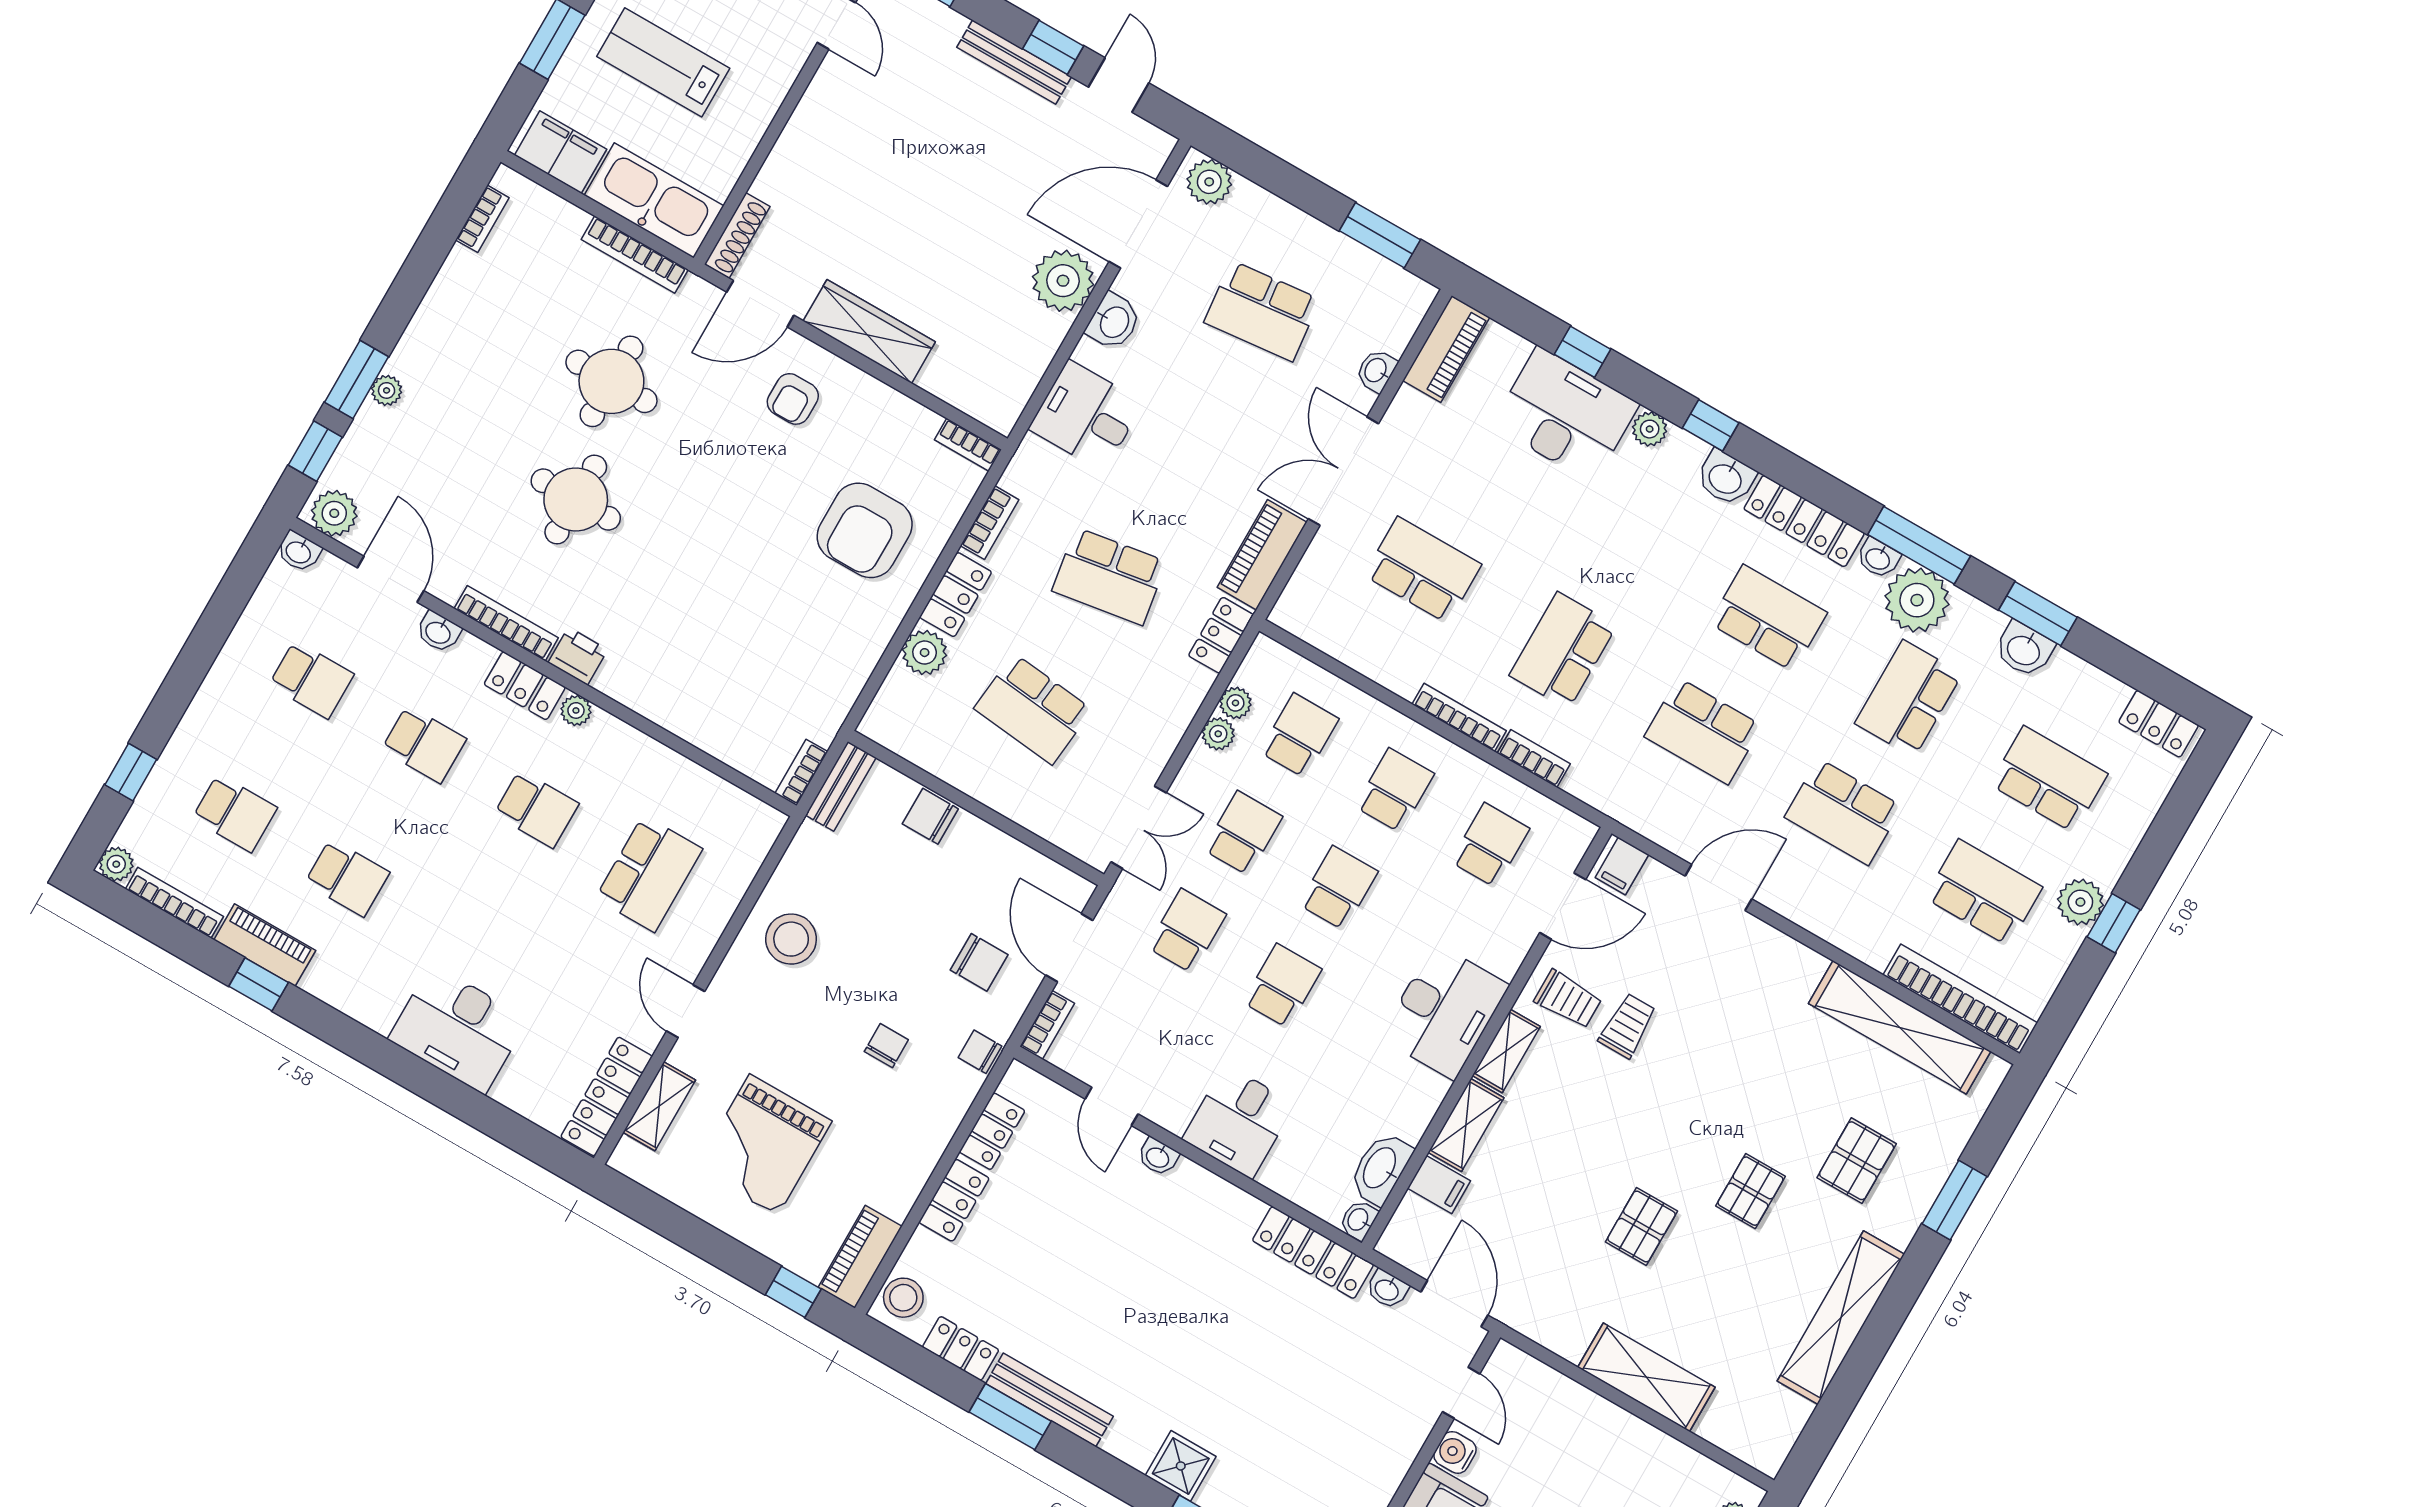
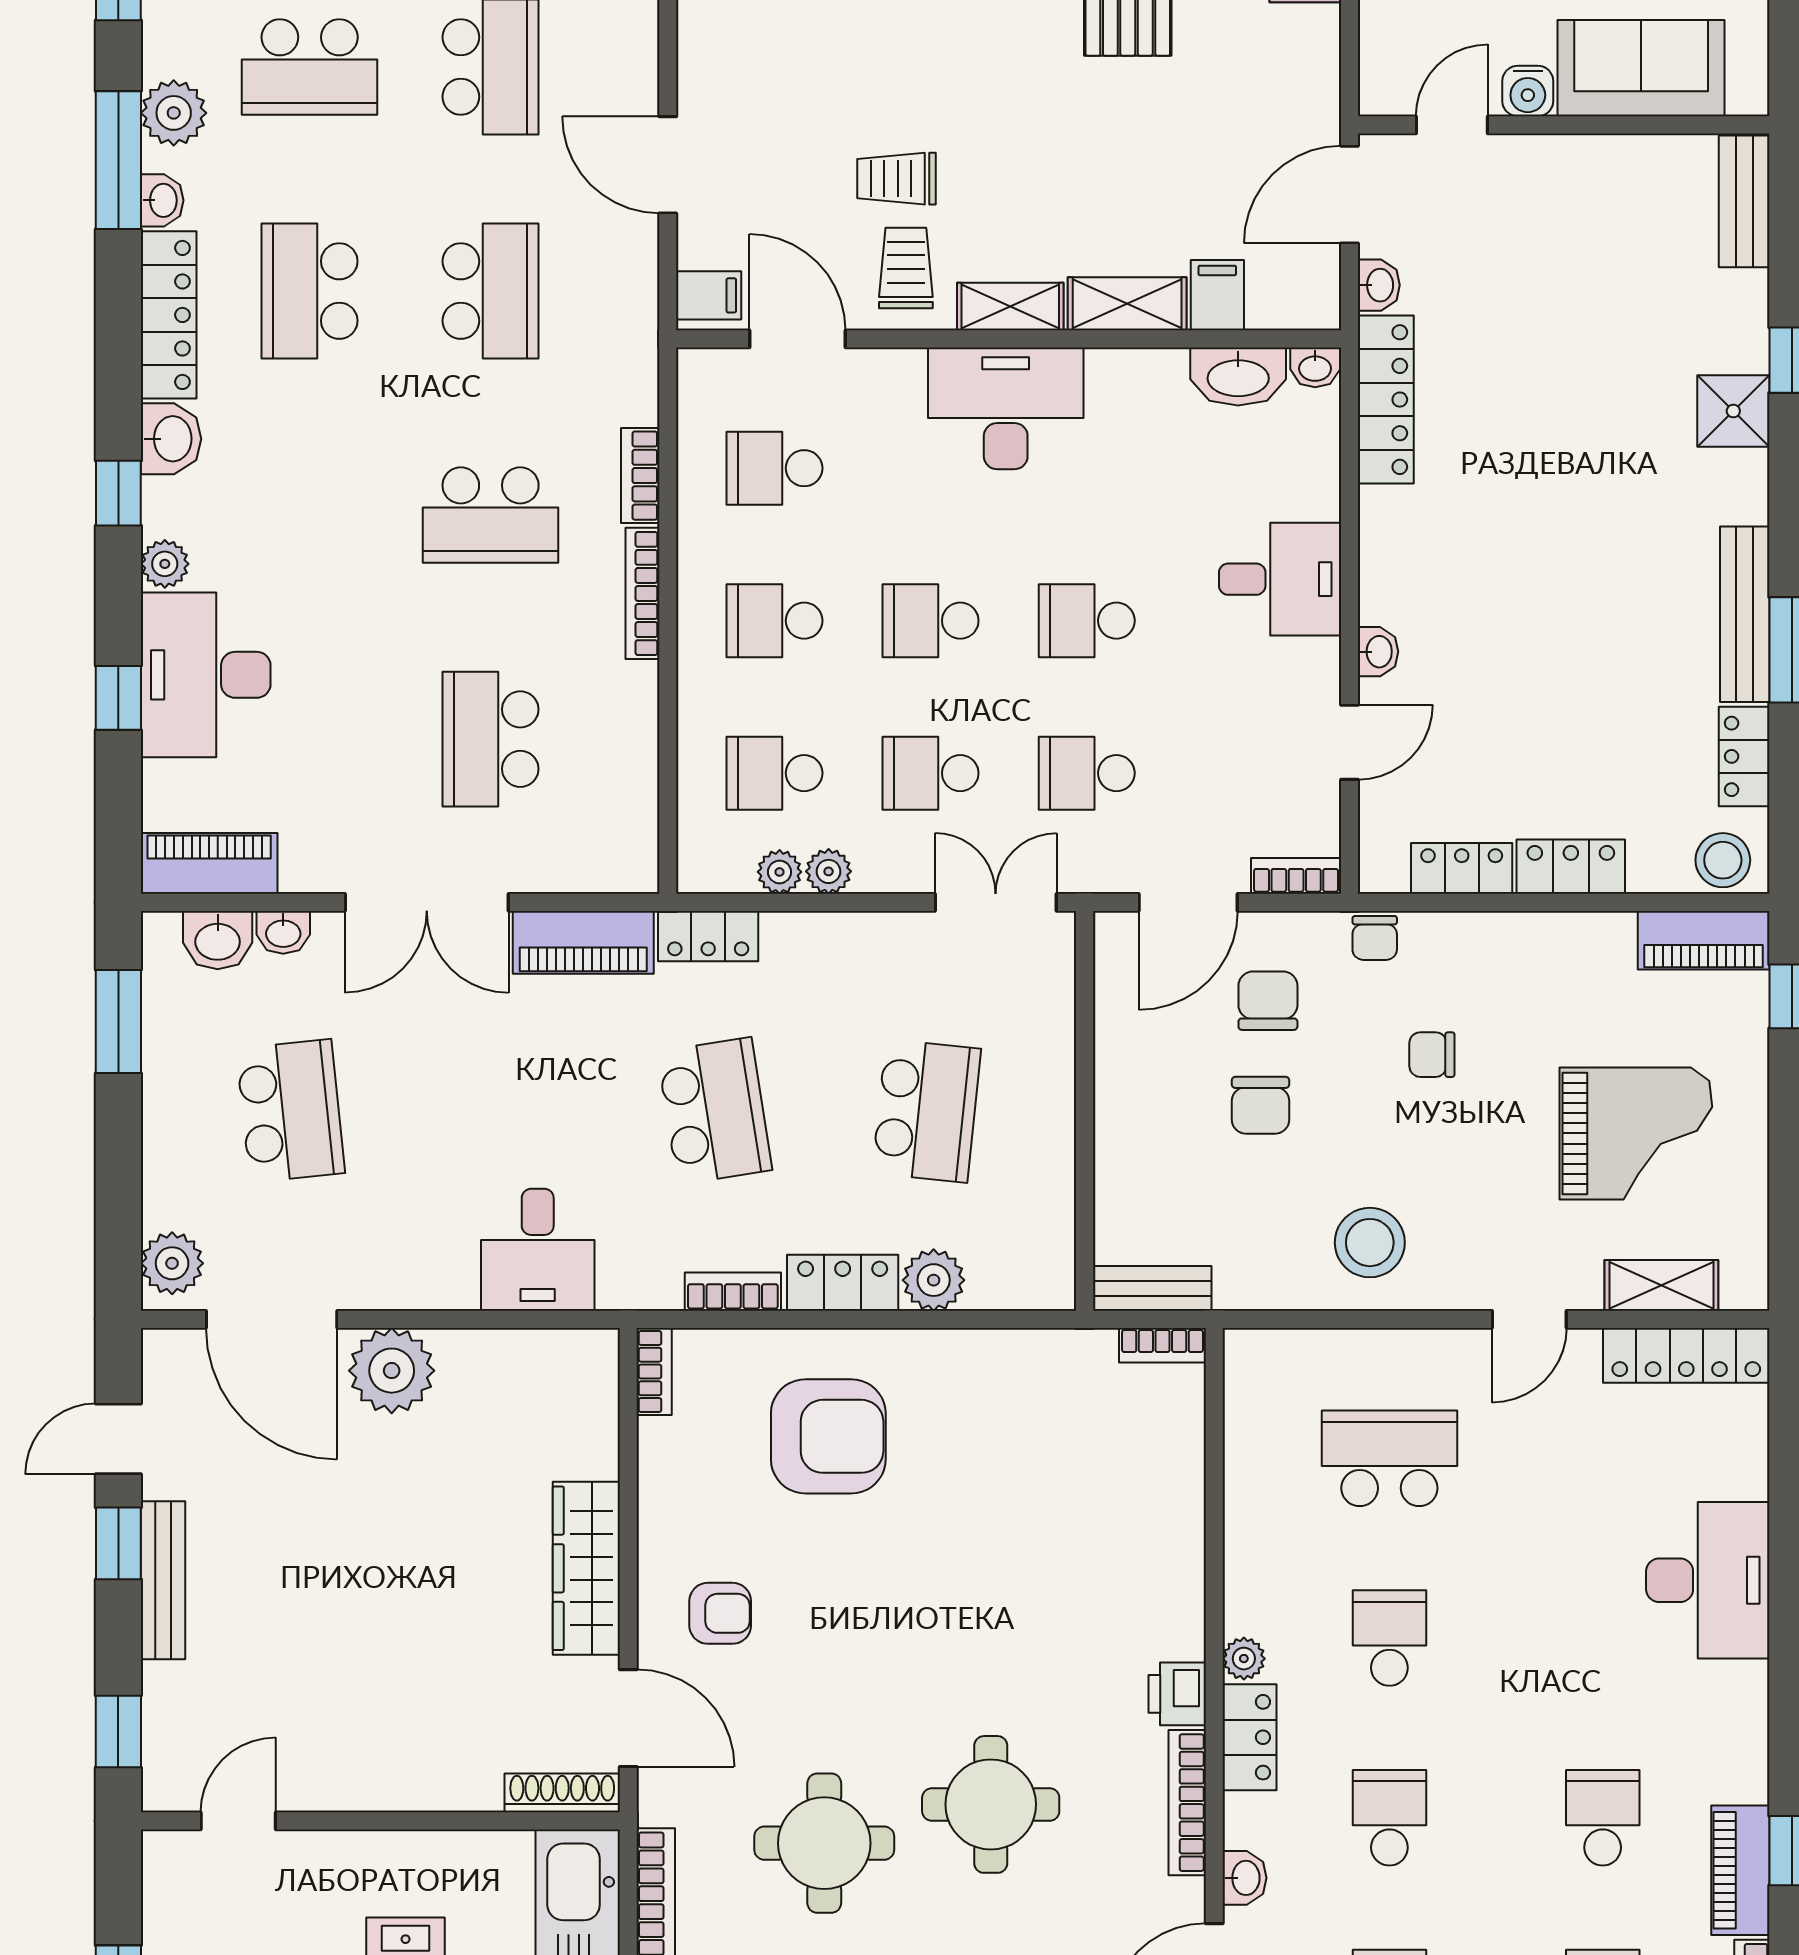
washbasin: (1113, 322) -> (218, 940), moved, turned 180
plant: (1917, 600) -> (174, 113), width x0.73, depth x0.73
chair: (930, 816) -> (1261, 1105), moved

